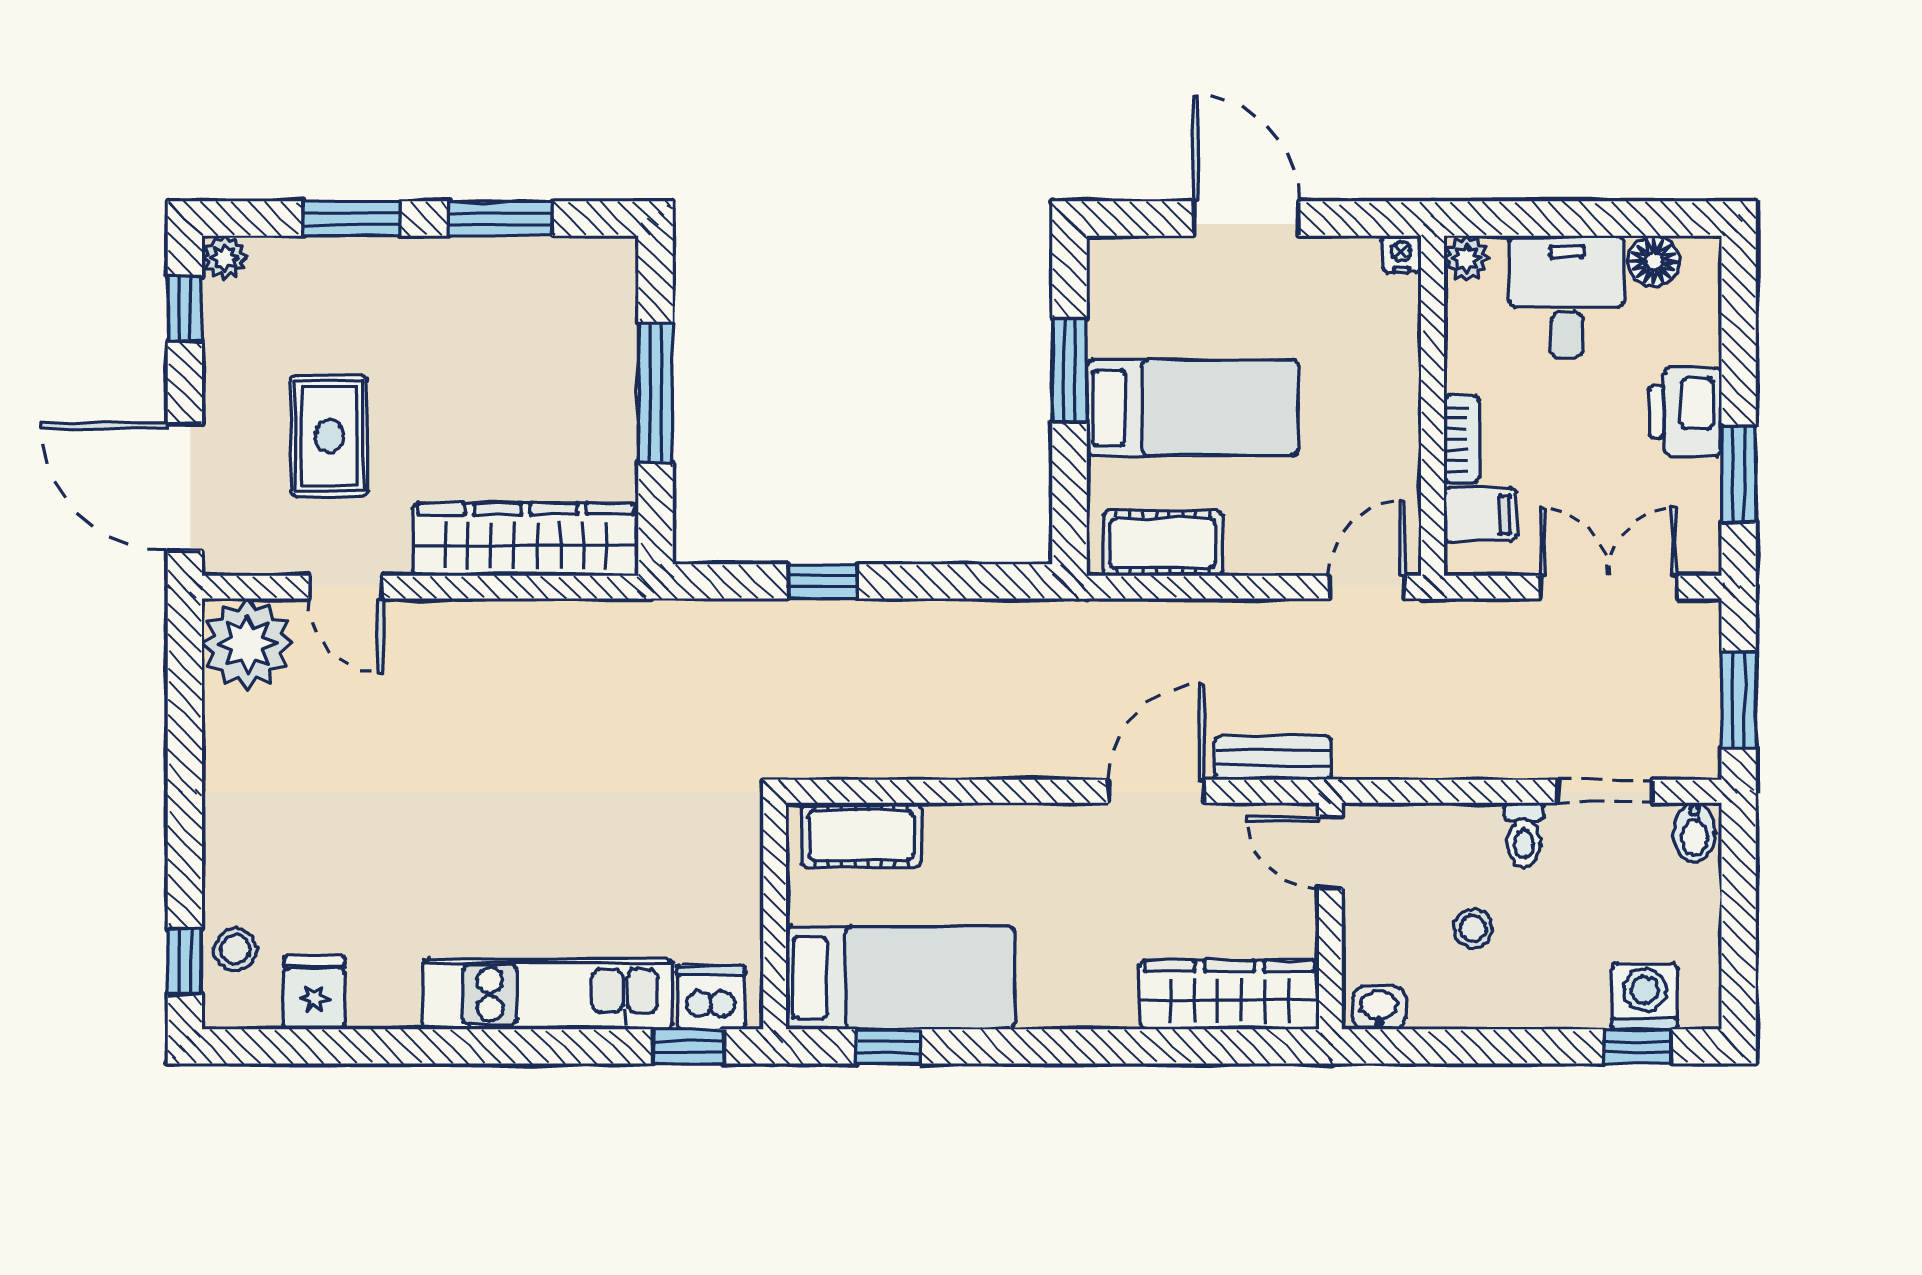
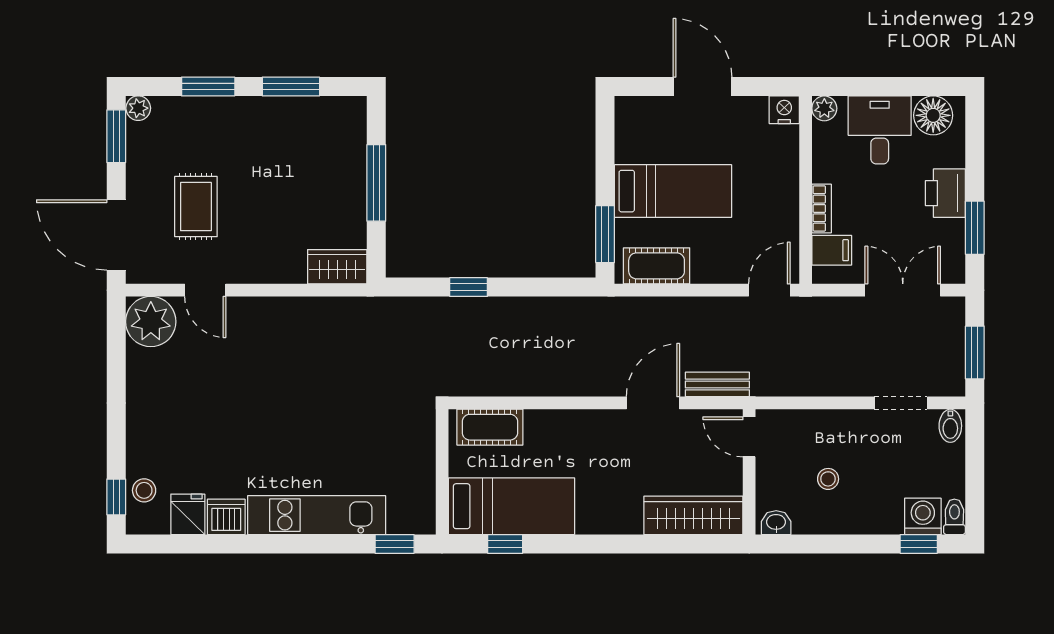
nightstand: (1401, 254) -> (784, 110), width x1.39, depth x1.35
floor lamp: (1654, 261) -> (933, 115), width x1.38, depth x1.38
window: (185, 309) -> (116, 136), width x1.50
window: (1069, 370) -> (605, 234), moved
wardrobe: (526, 539) -> (337, 267), width x0.48, depth x0.85
toilet: (1524, 835) -> (954, 517), moved, turned 180
dishwasher: (711, 997) -> (226, 517), moved

